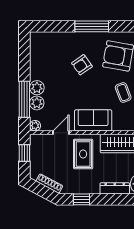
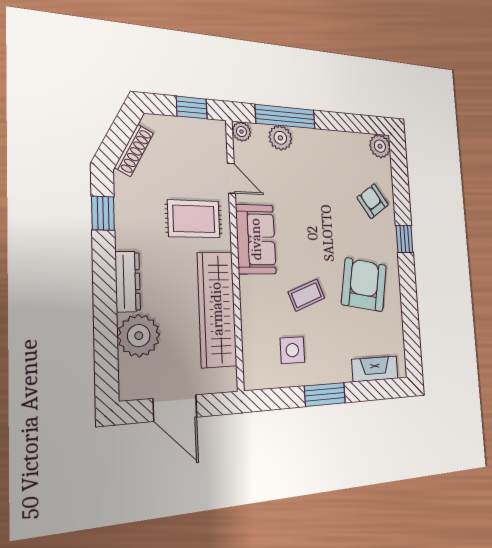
window: (92, 26) -> (405, 239), width x0.46
armchair: (82, 65) -> (373, 201), moved
plant: (37, 88) -> (380, 146), moved

